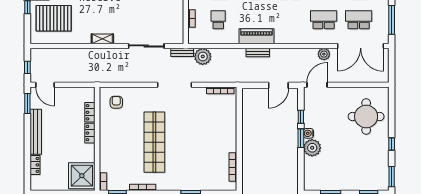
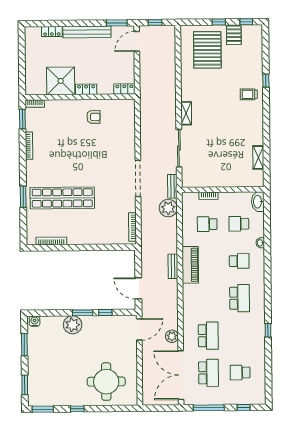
school desk: (218, 20) -> (207, 224), turned 180
shelving: (102, 39) -> (186, 113), moved
door: (317, 85) -> (139, 329), hinge flipped
armchair: (116, 102) -> (93, 117), moved
locker: (90, 112) -> (124, 89), moved
water cooler: (308, 133) -> (35, 321), moved
shop shelf: (154, 142) -> (62, 198), moved
shower: (82, 176) -> (61, 81), moved

